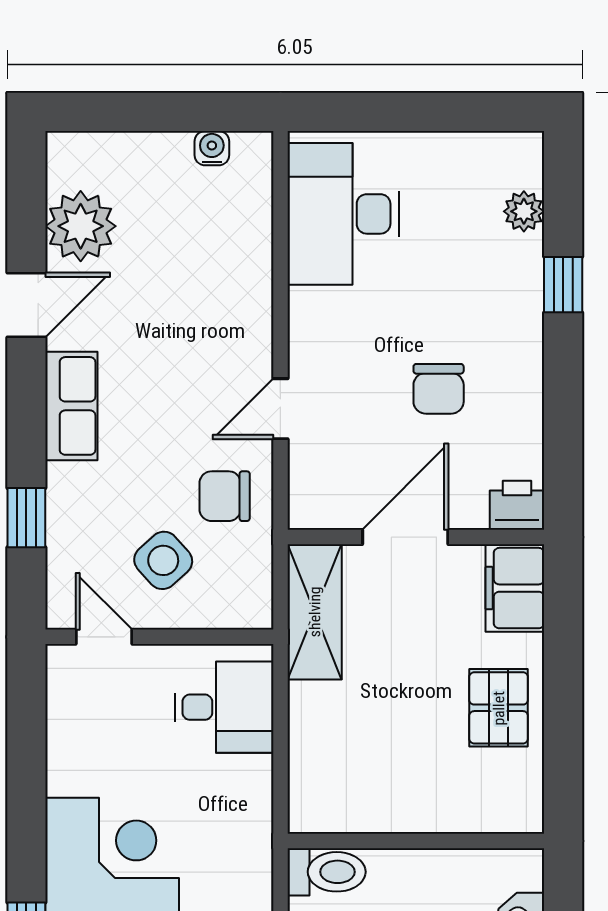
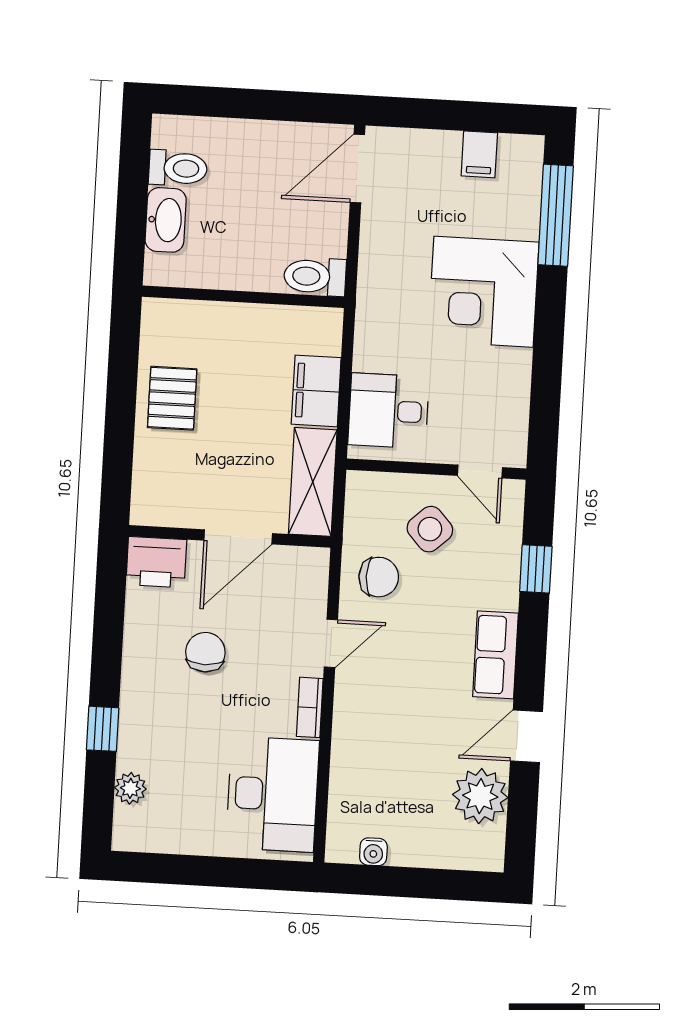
bookcase: (303, 326) -> (310, 707), added
printer: (517, 505) -> (156, 562), width x1.36, depth x1.24
filing cabinet: (515, 588) -> (316, 391), moved, turned 180

